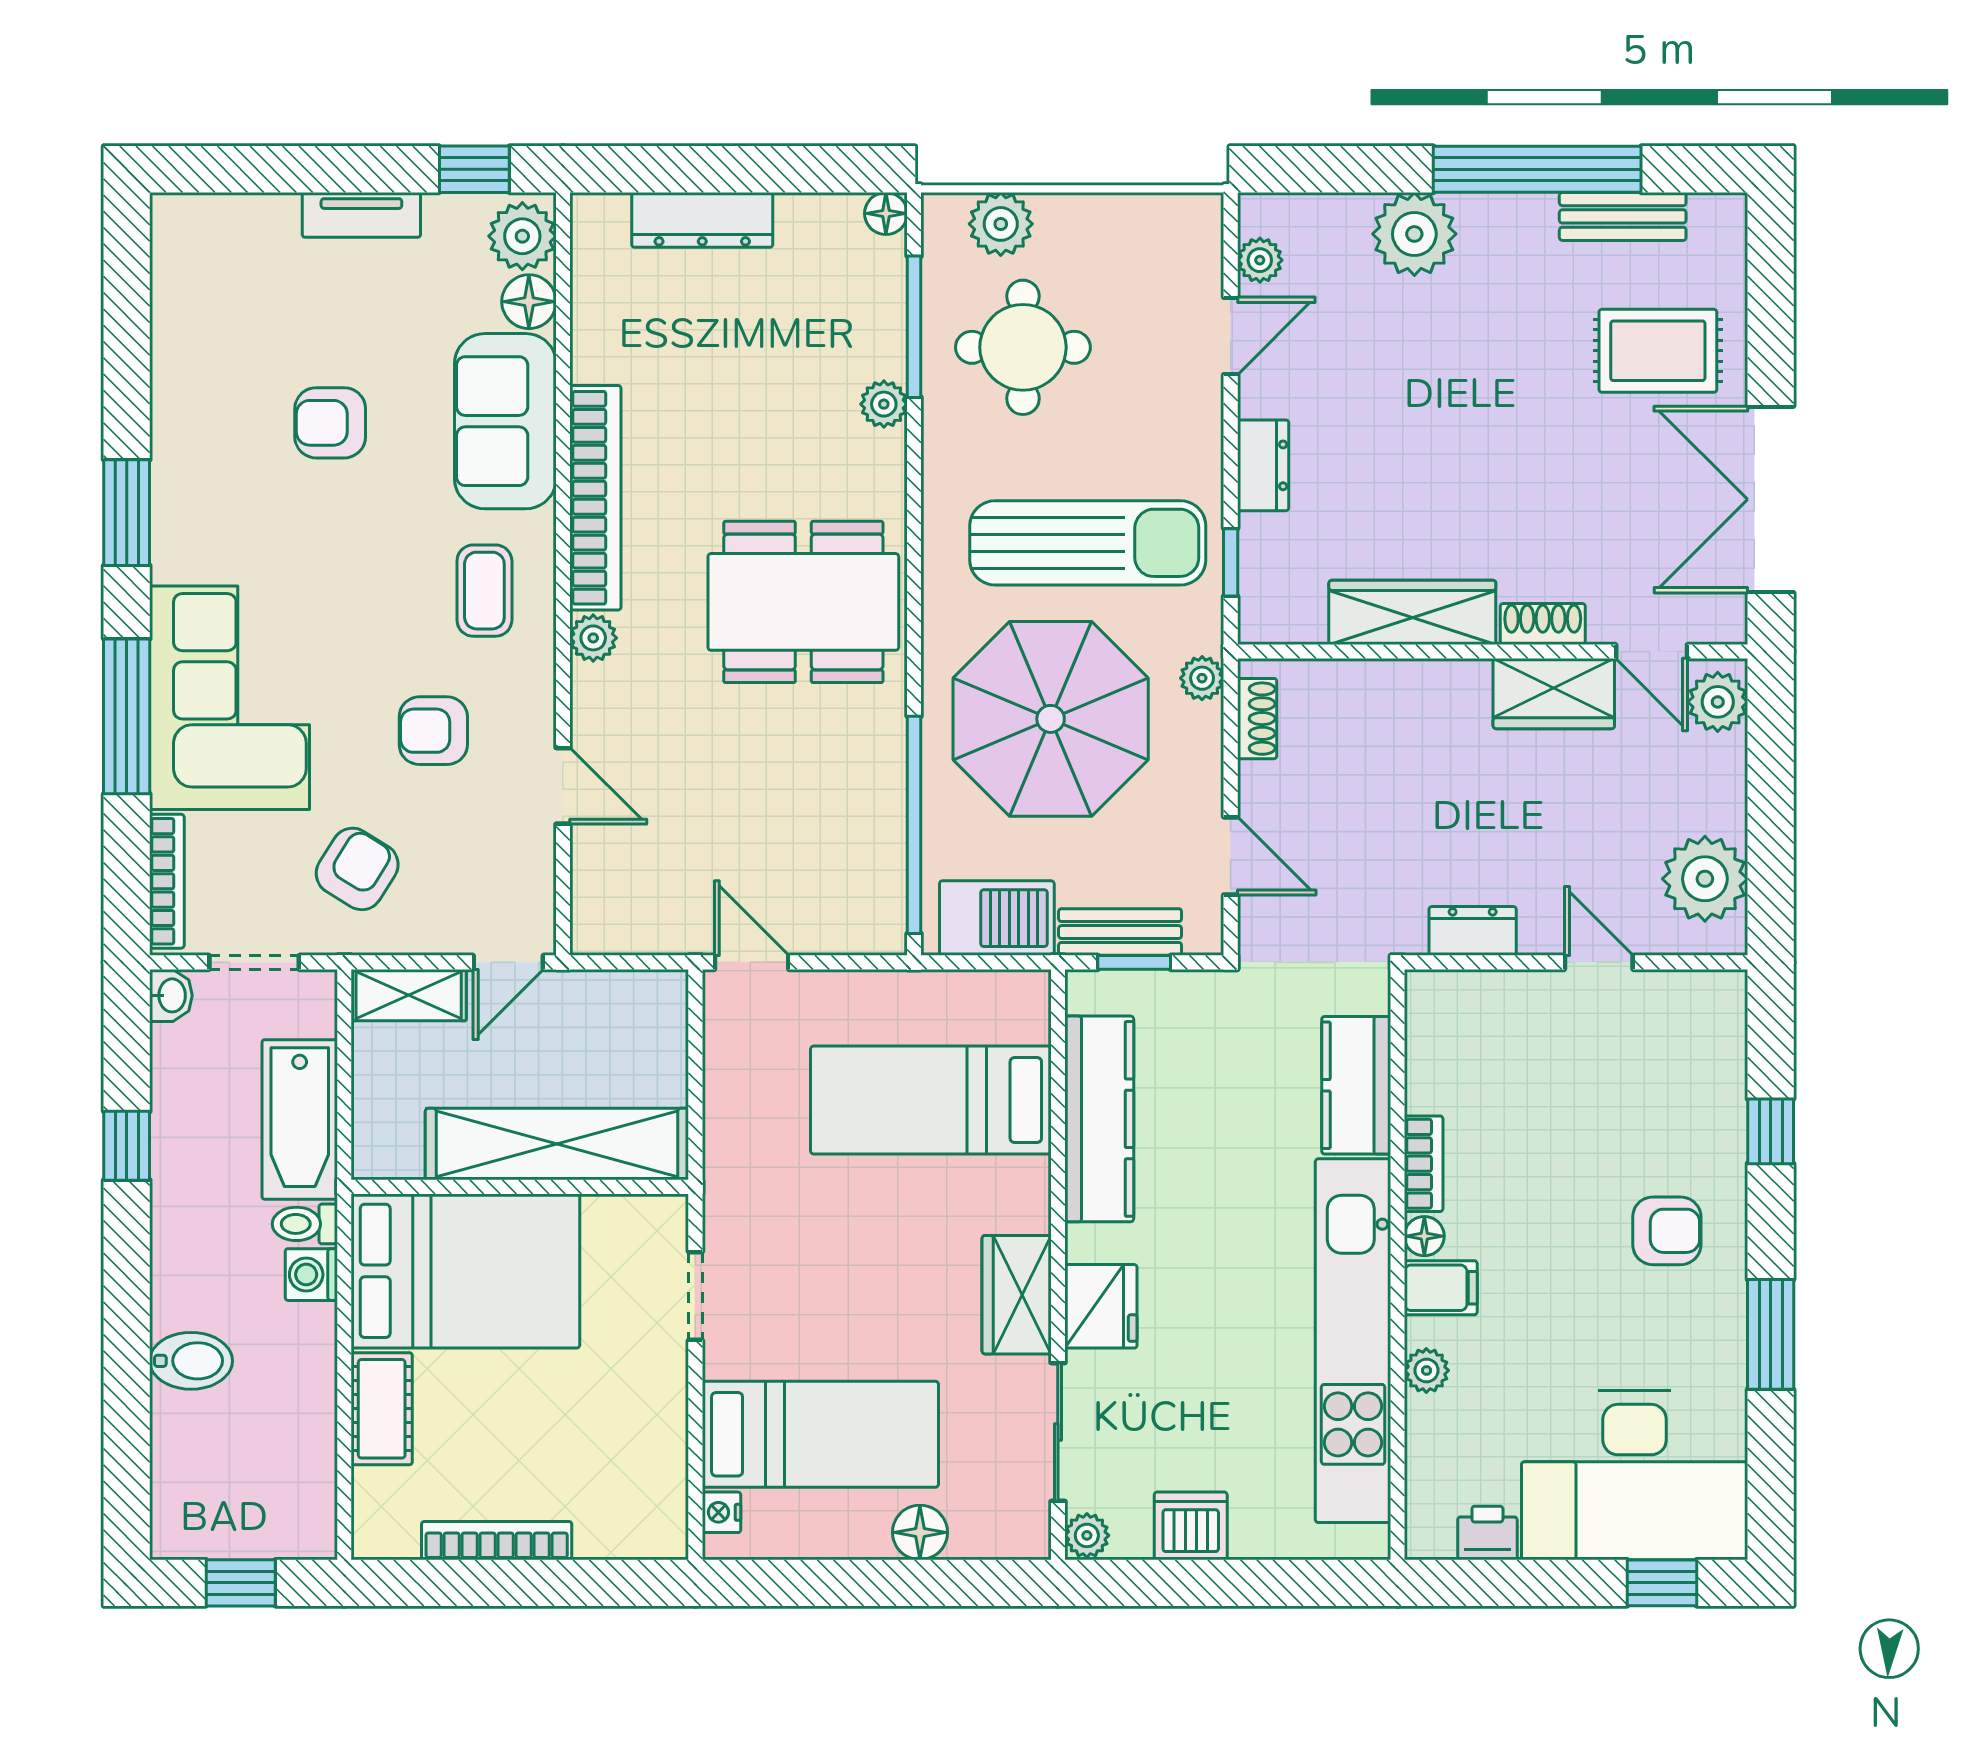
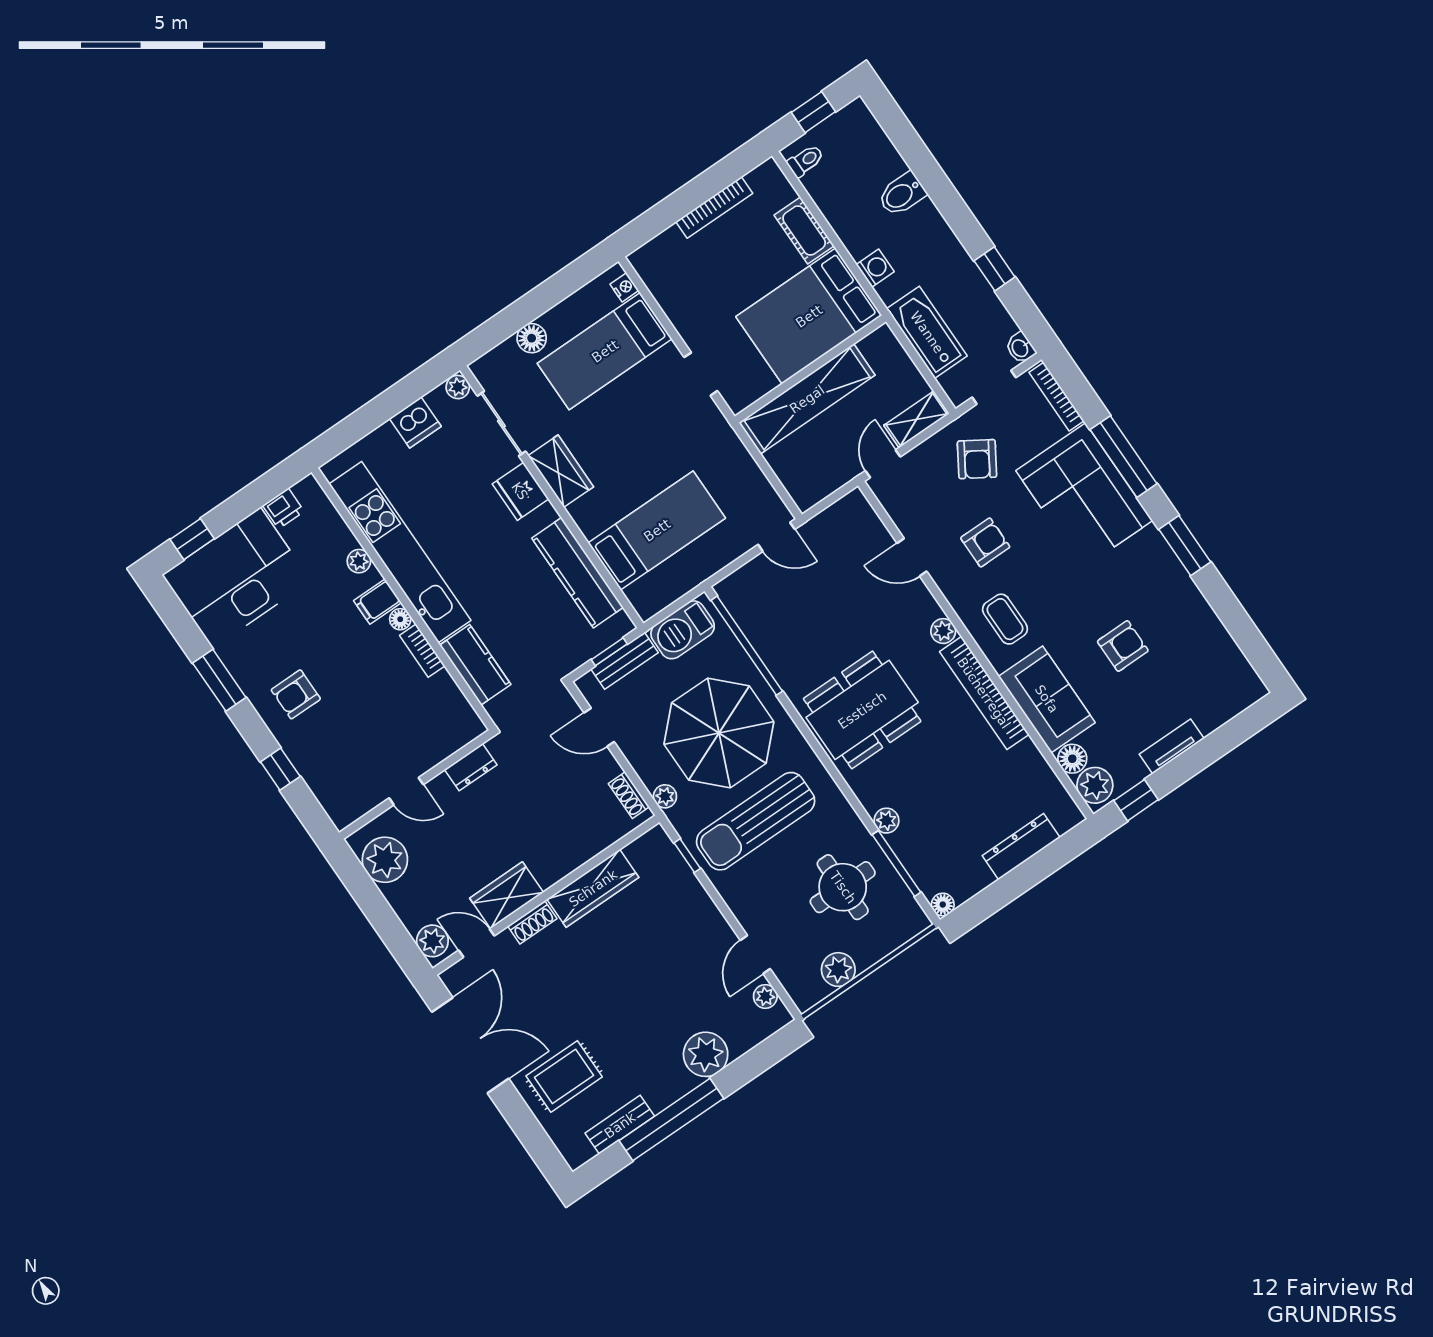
plant: (1001, 224) -> (838, 970), moved
dresser: (1263, 465) -> (702, 908), removed
toilet: (305, 1224) -> (806, 161), moved

